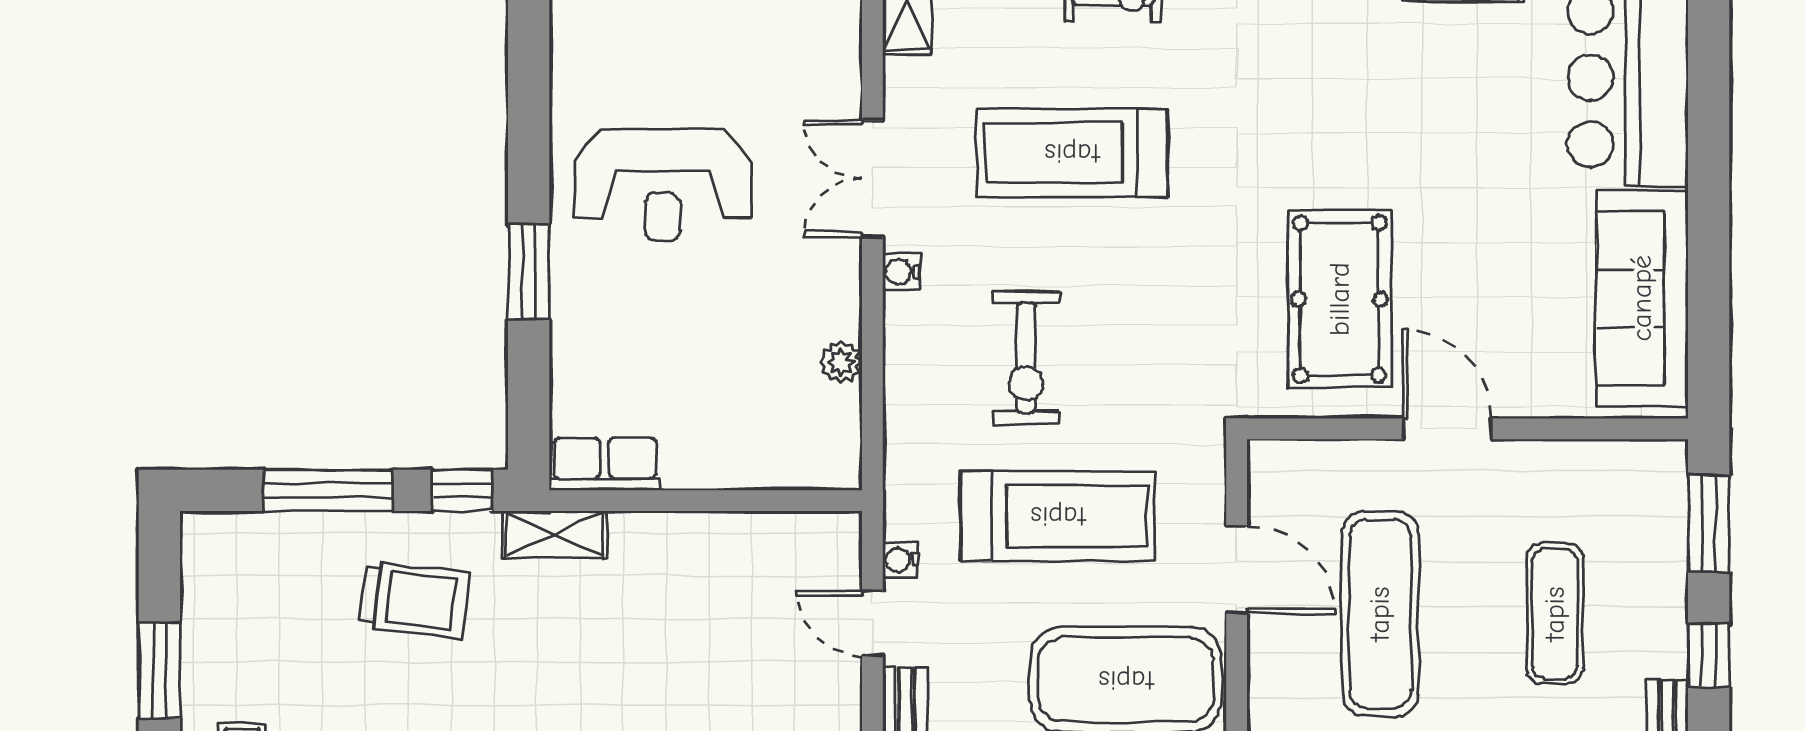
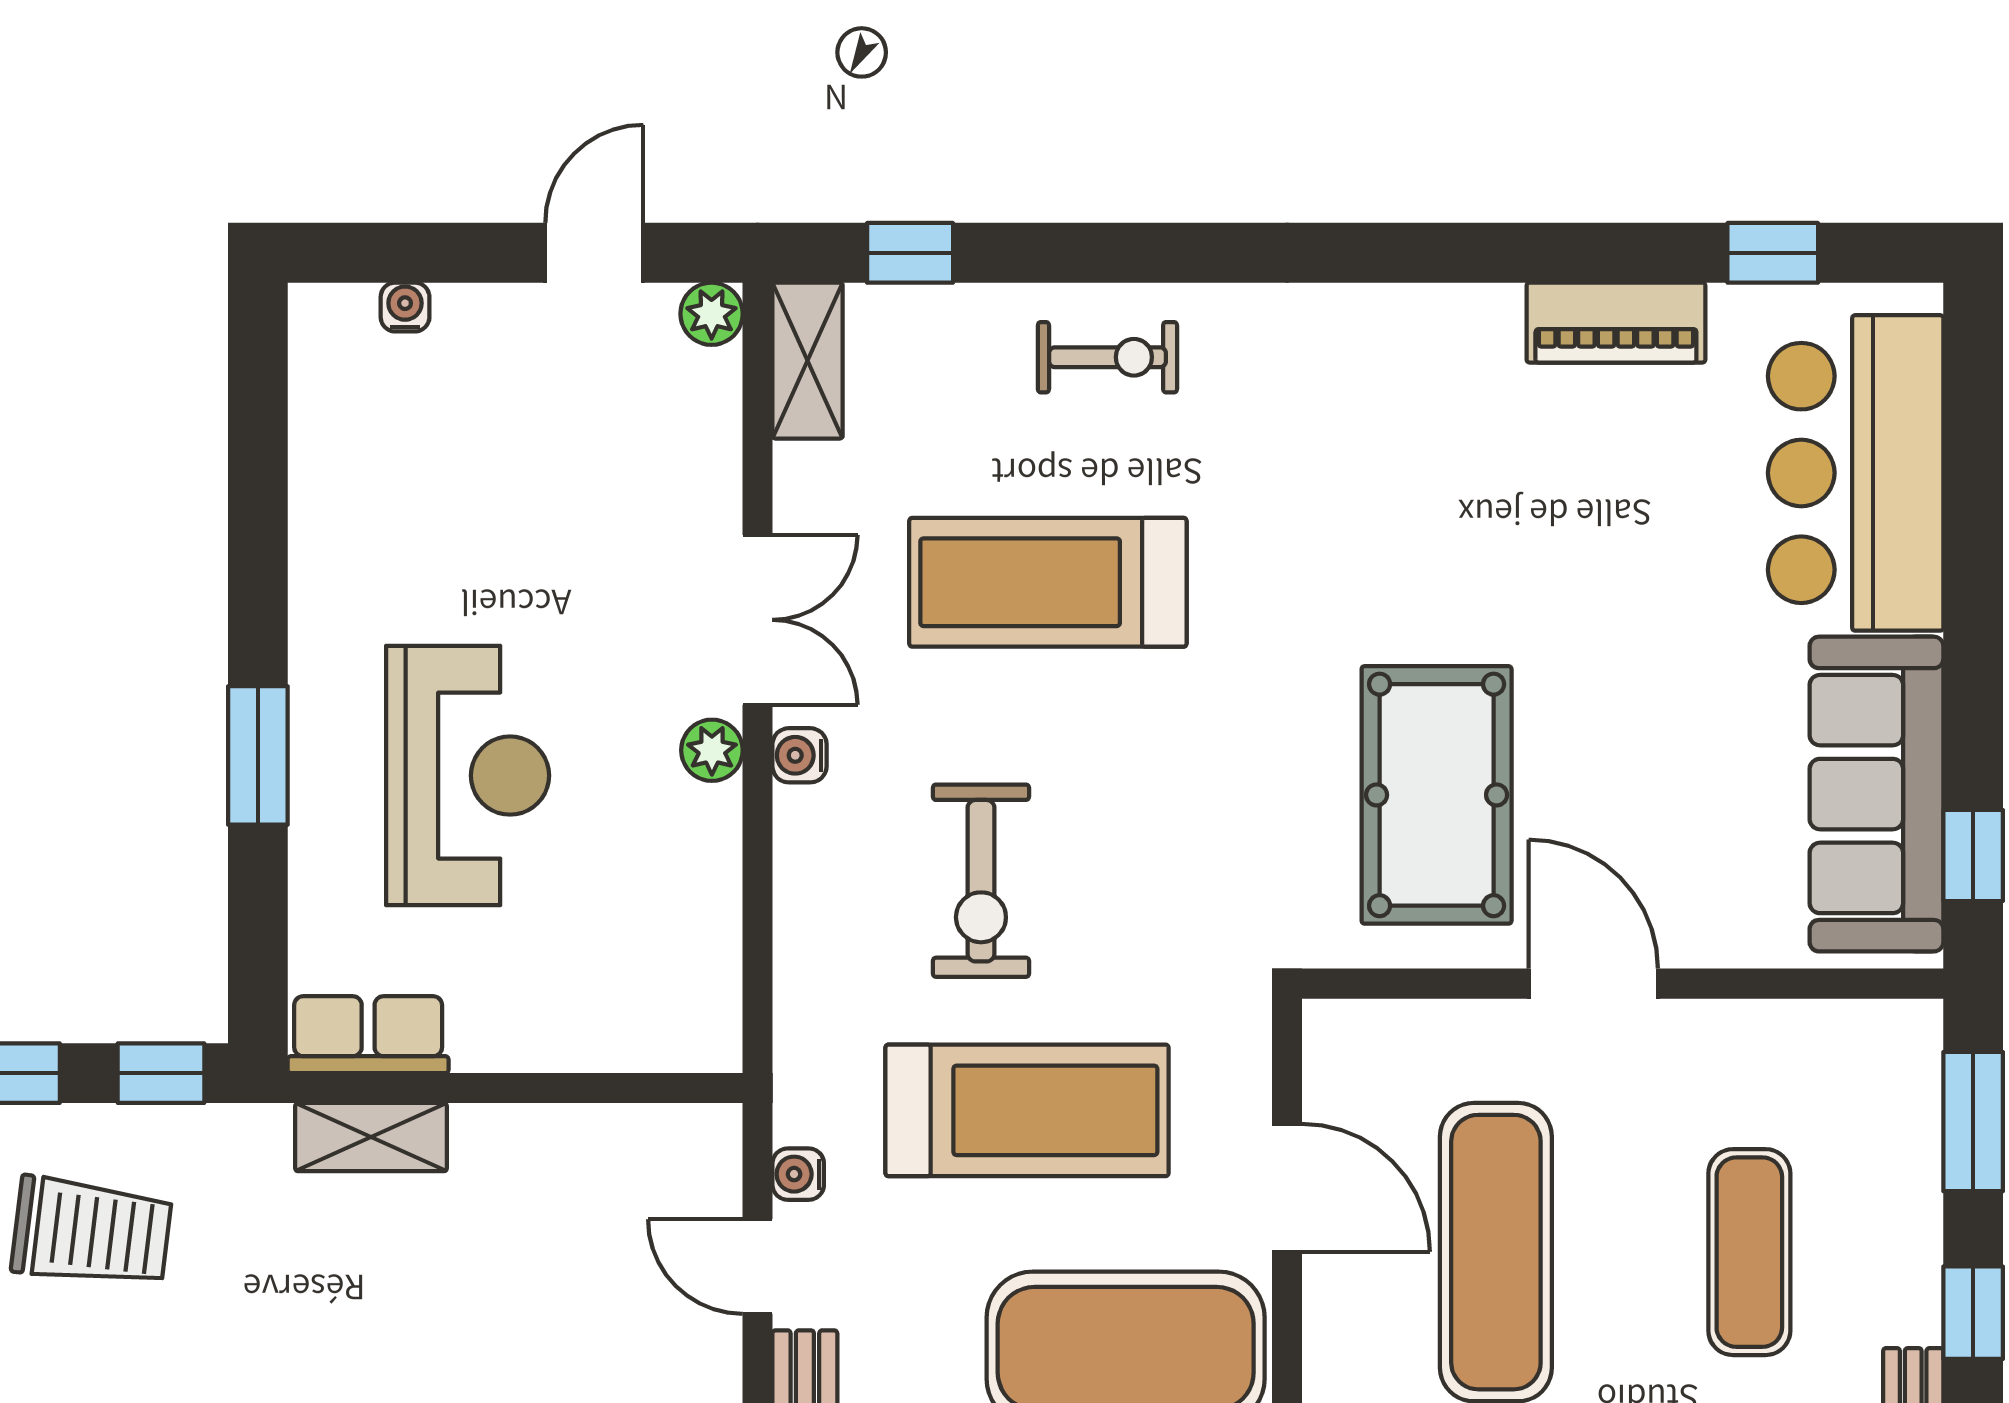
double door: (872, 179) -> (758, 620), swing flipped
reception desk: (663, 184) -> (468, 776), moved, turned -90
window: (1709, 341) -> (1973, 855), added
plant: (841, 362) -> (712, 750), moved
shelving: (555, 534) -> (371, 1137), moved

